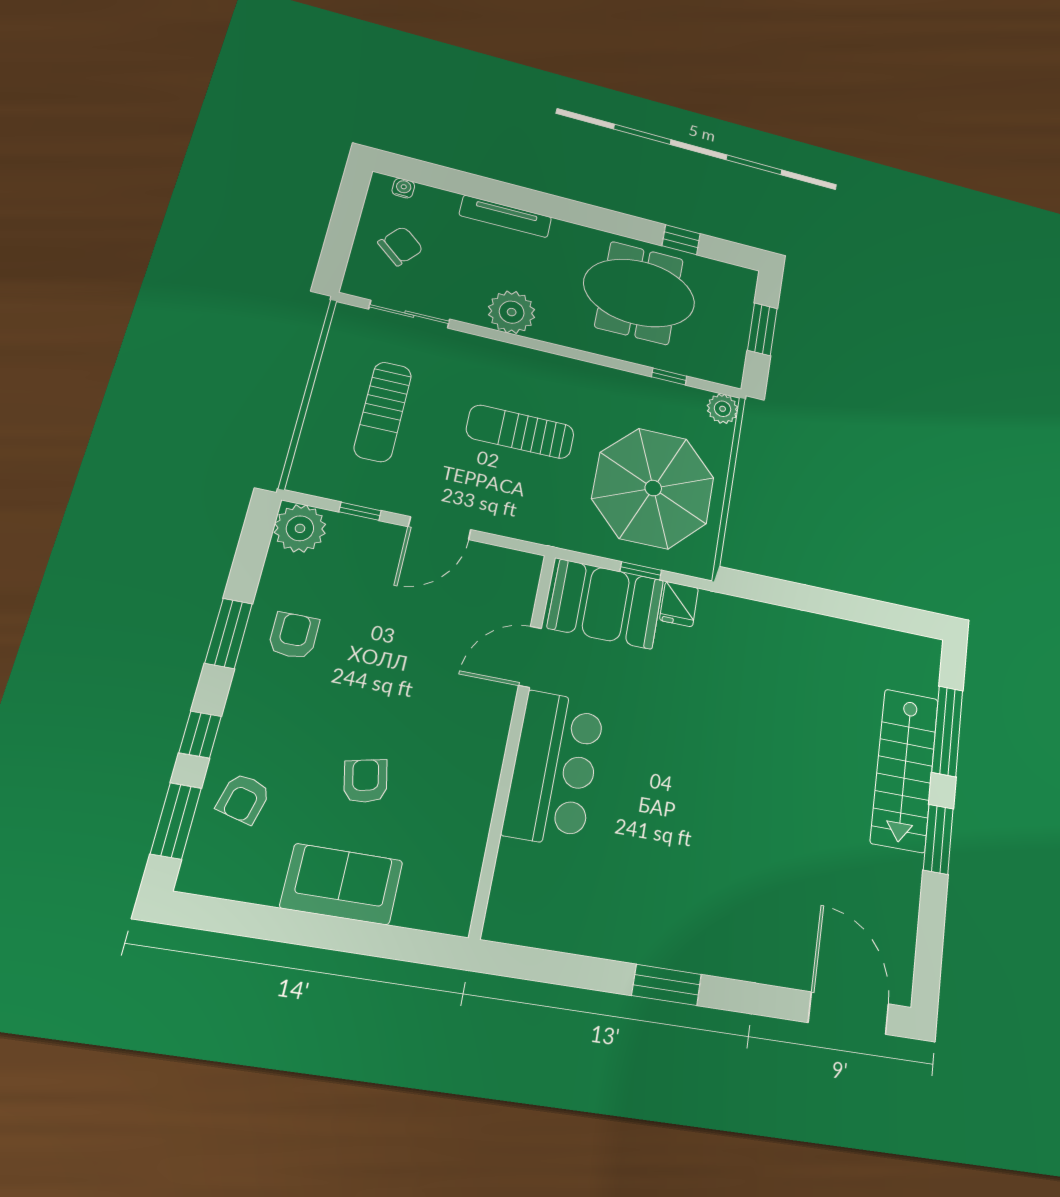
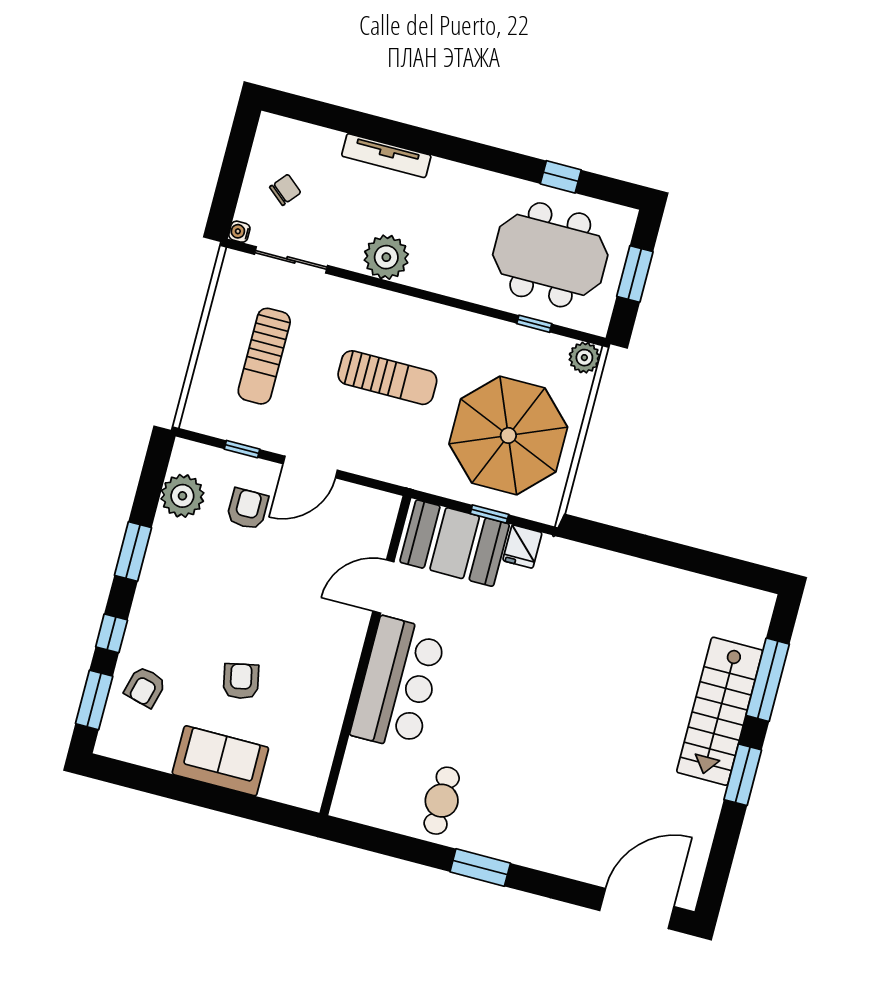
water cooler: (403, 188) -> (239, 232), moved, turned -90
chair: (401, 246) -> (285, 190), width x0.73, depth x0.73
meeting table: (639, 293) -> (550, 255), moved
sun lounger: (520, 432) -> (387, 378), turned 180
plant: (300, 528) -> (182, 496), moved
armchair: (294, 636) -> (247, 509), moved
cafe table: (615, 906) -> (442, 801), added
door: (849, 1013) -> (637, 909), hinge flipped

